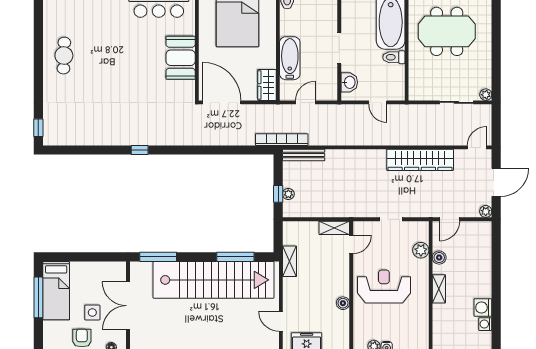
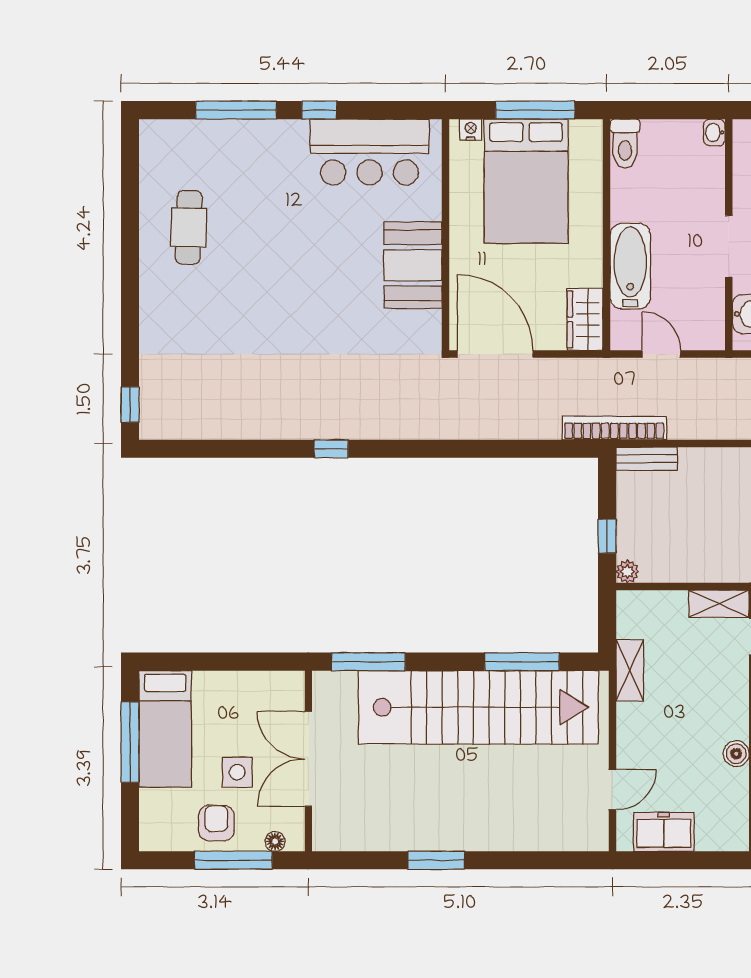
cafe table: (64, 56) -> (189, 227), moved
door: (305, 102) -> (661, 354), hinge flipped
bench: (304, 155) -> (647, 459), width x0.73
plant: (288, 194) -> (627, 572), moved
door: (281, 321) -> (612, 790), swing flipped

